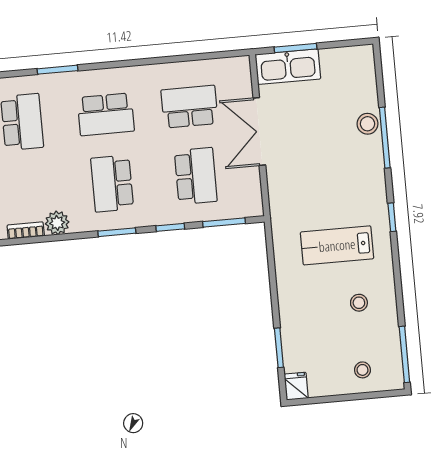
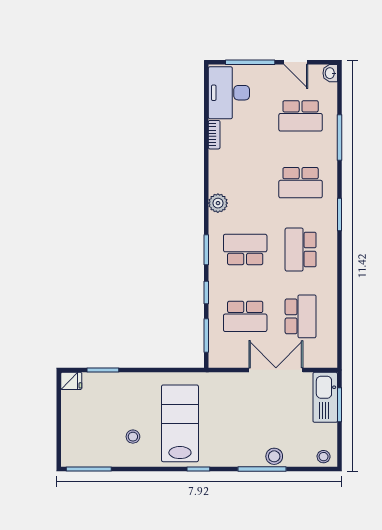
bookcase: (26, 231) -> (214, 178), removed
lab bench: (337, 245) -> (180, 423), width x1.36, depth x1.39
stool: (362, 370) -> (324, 457), moved

